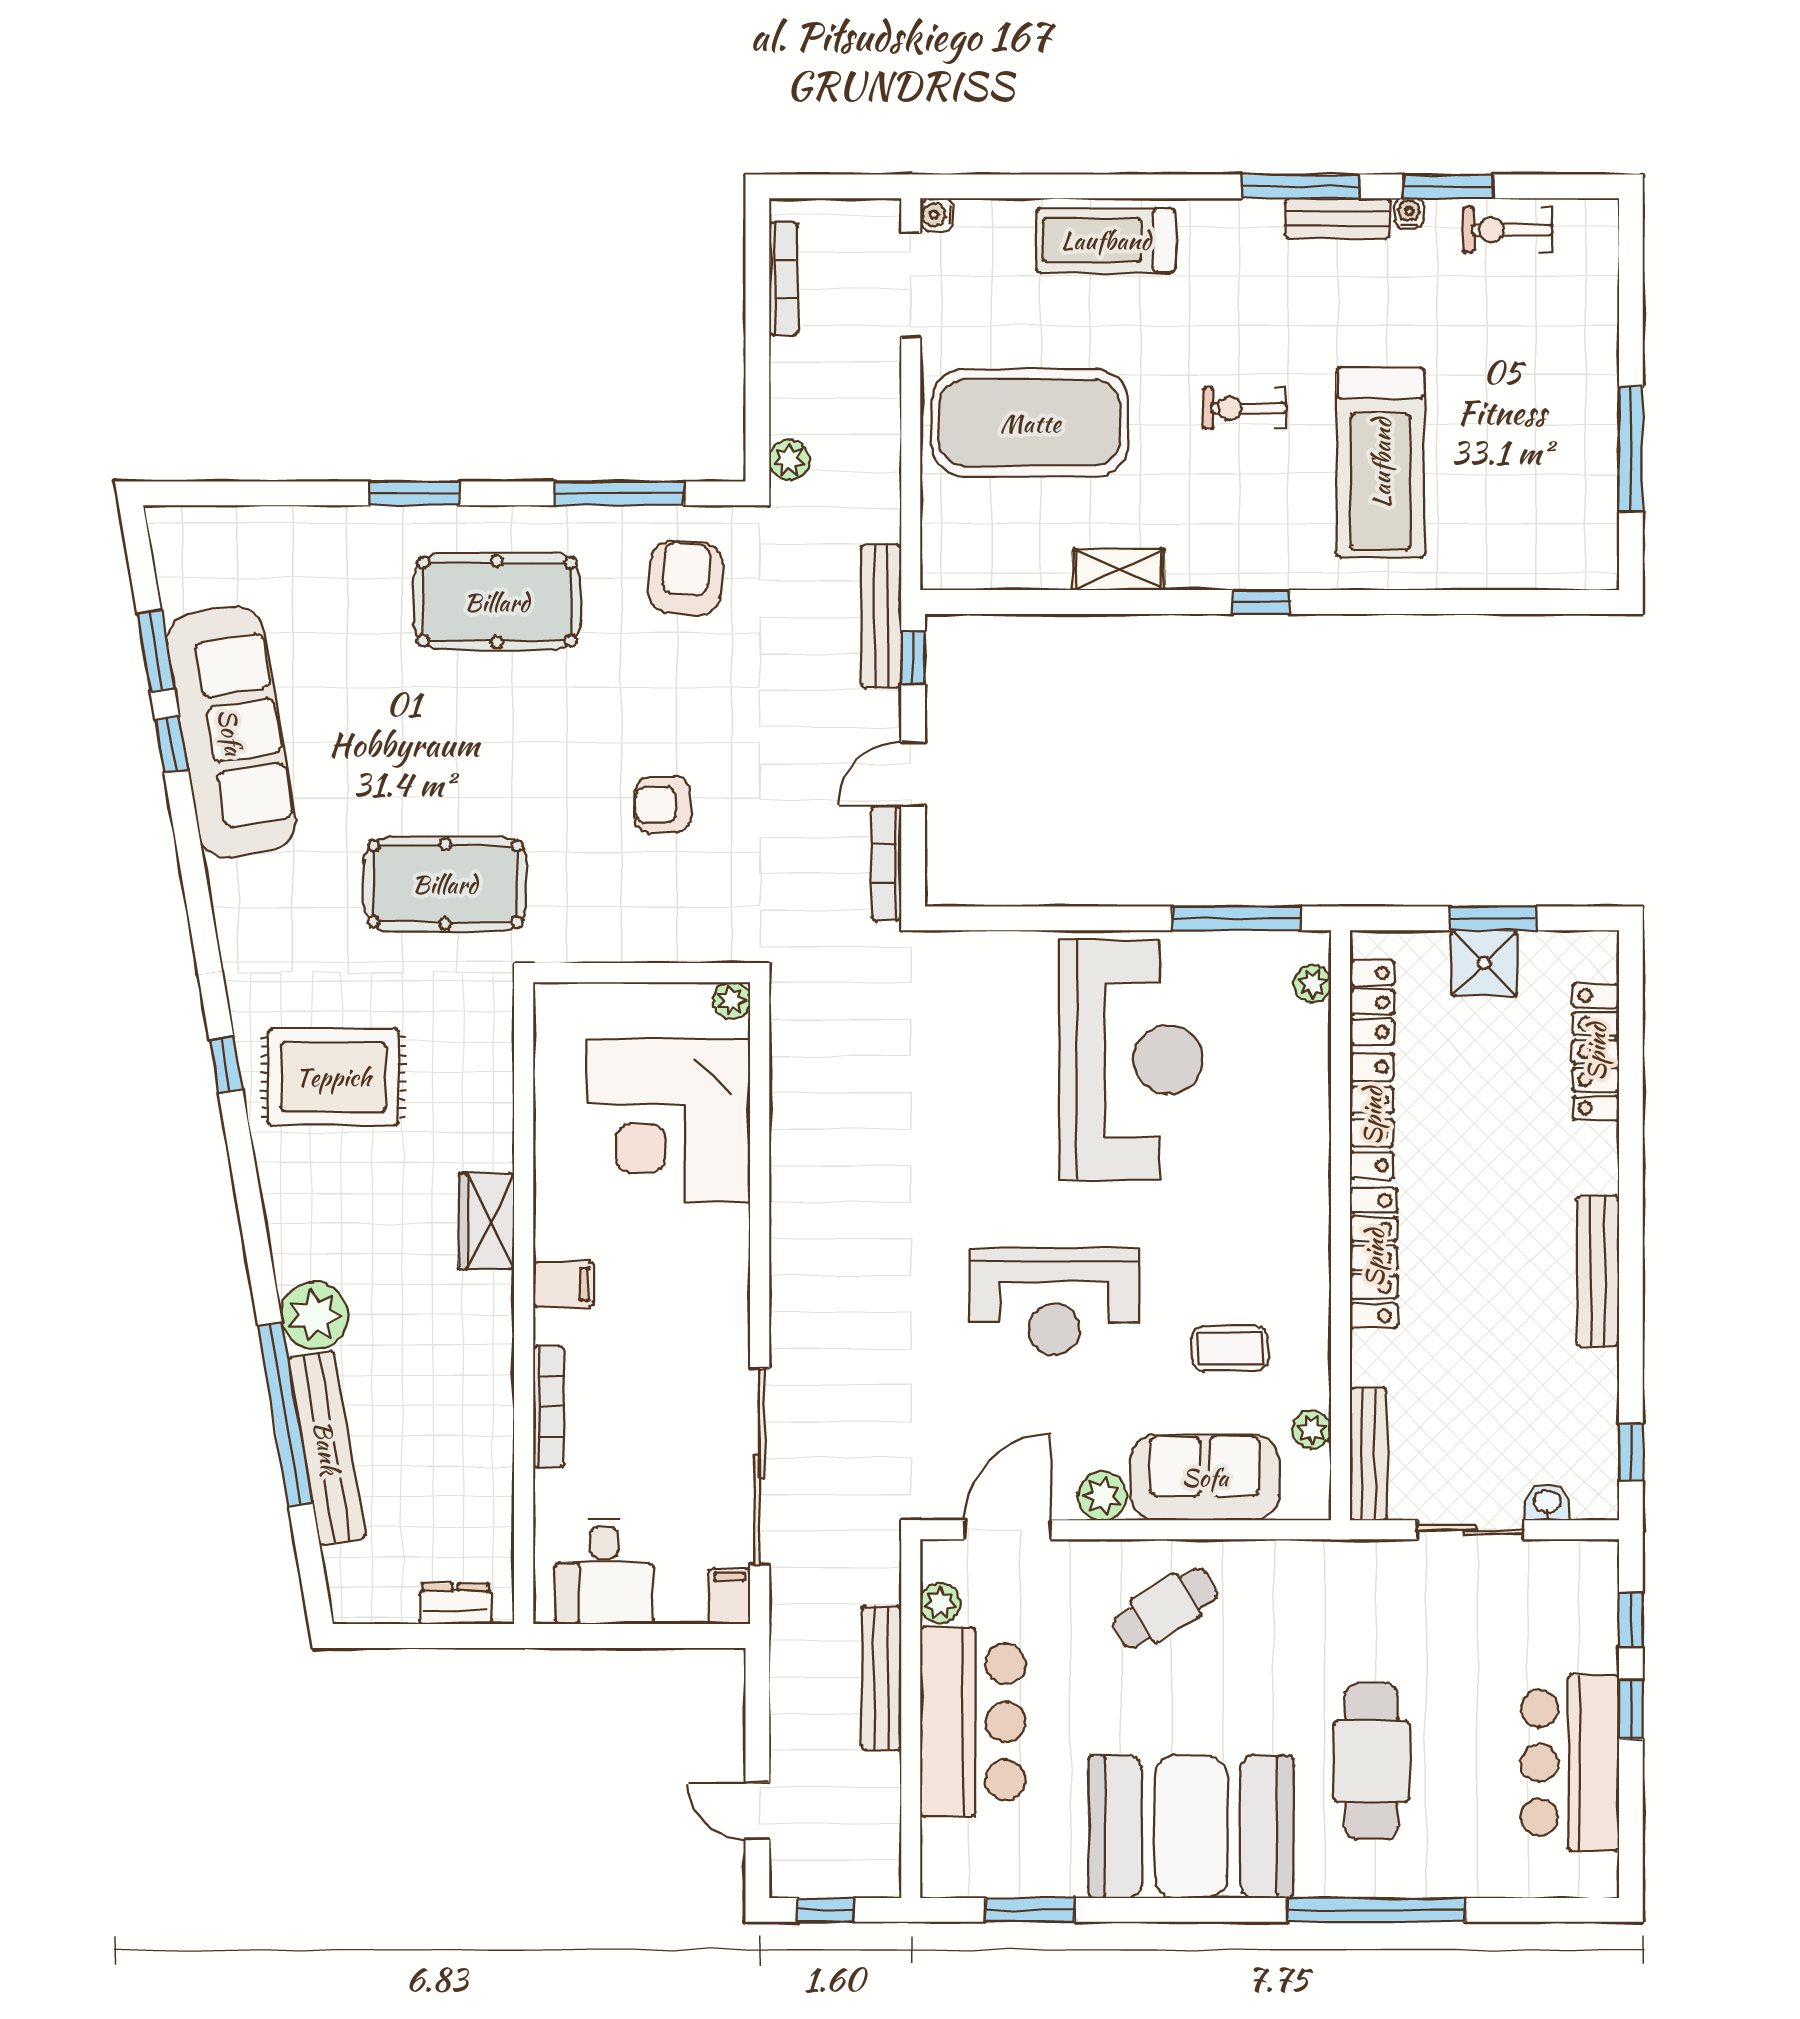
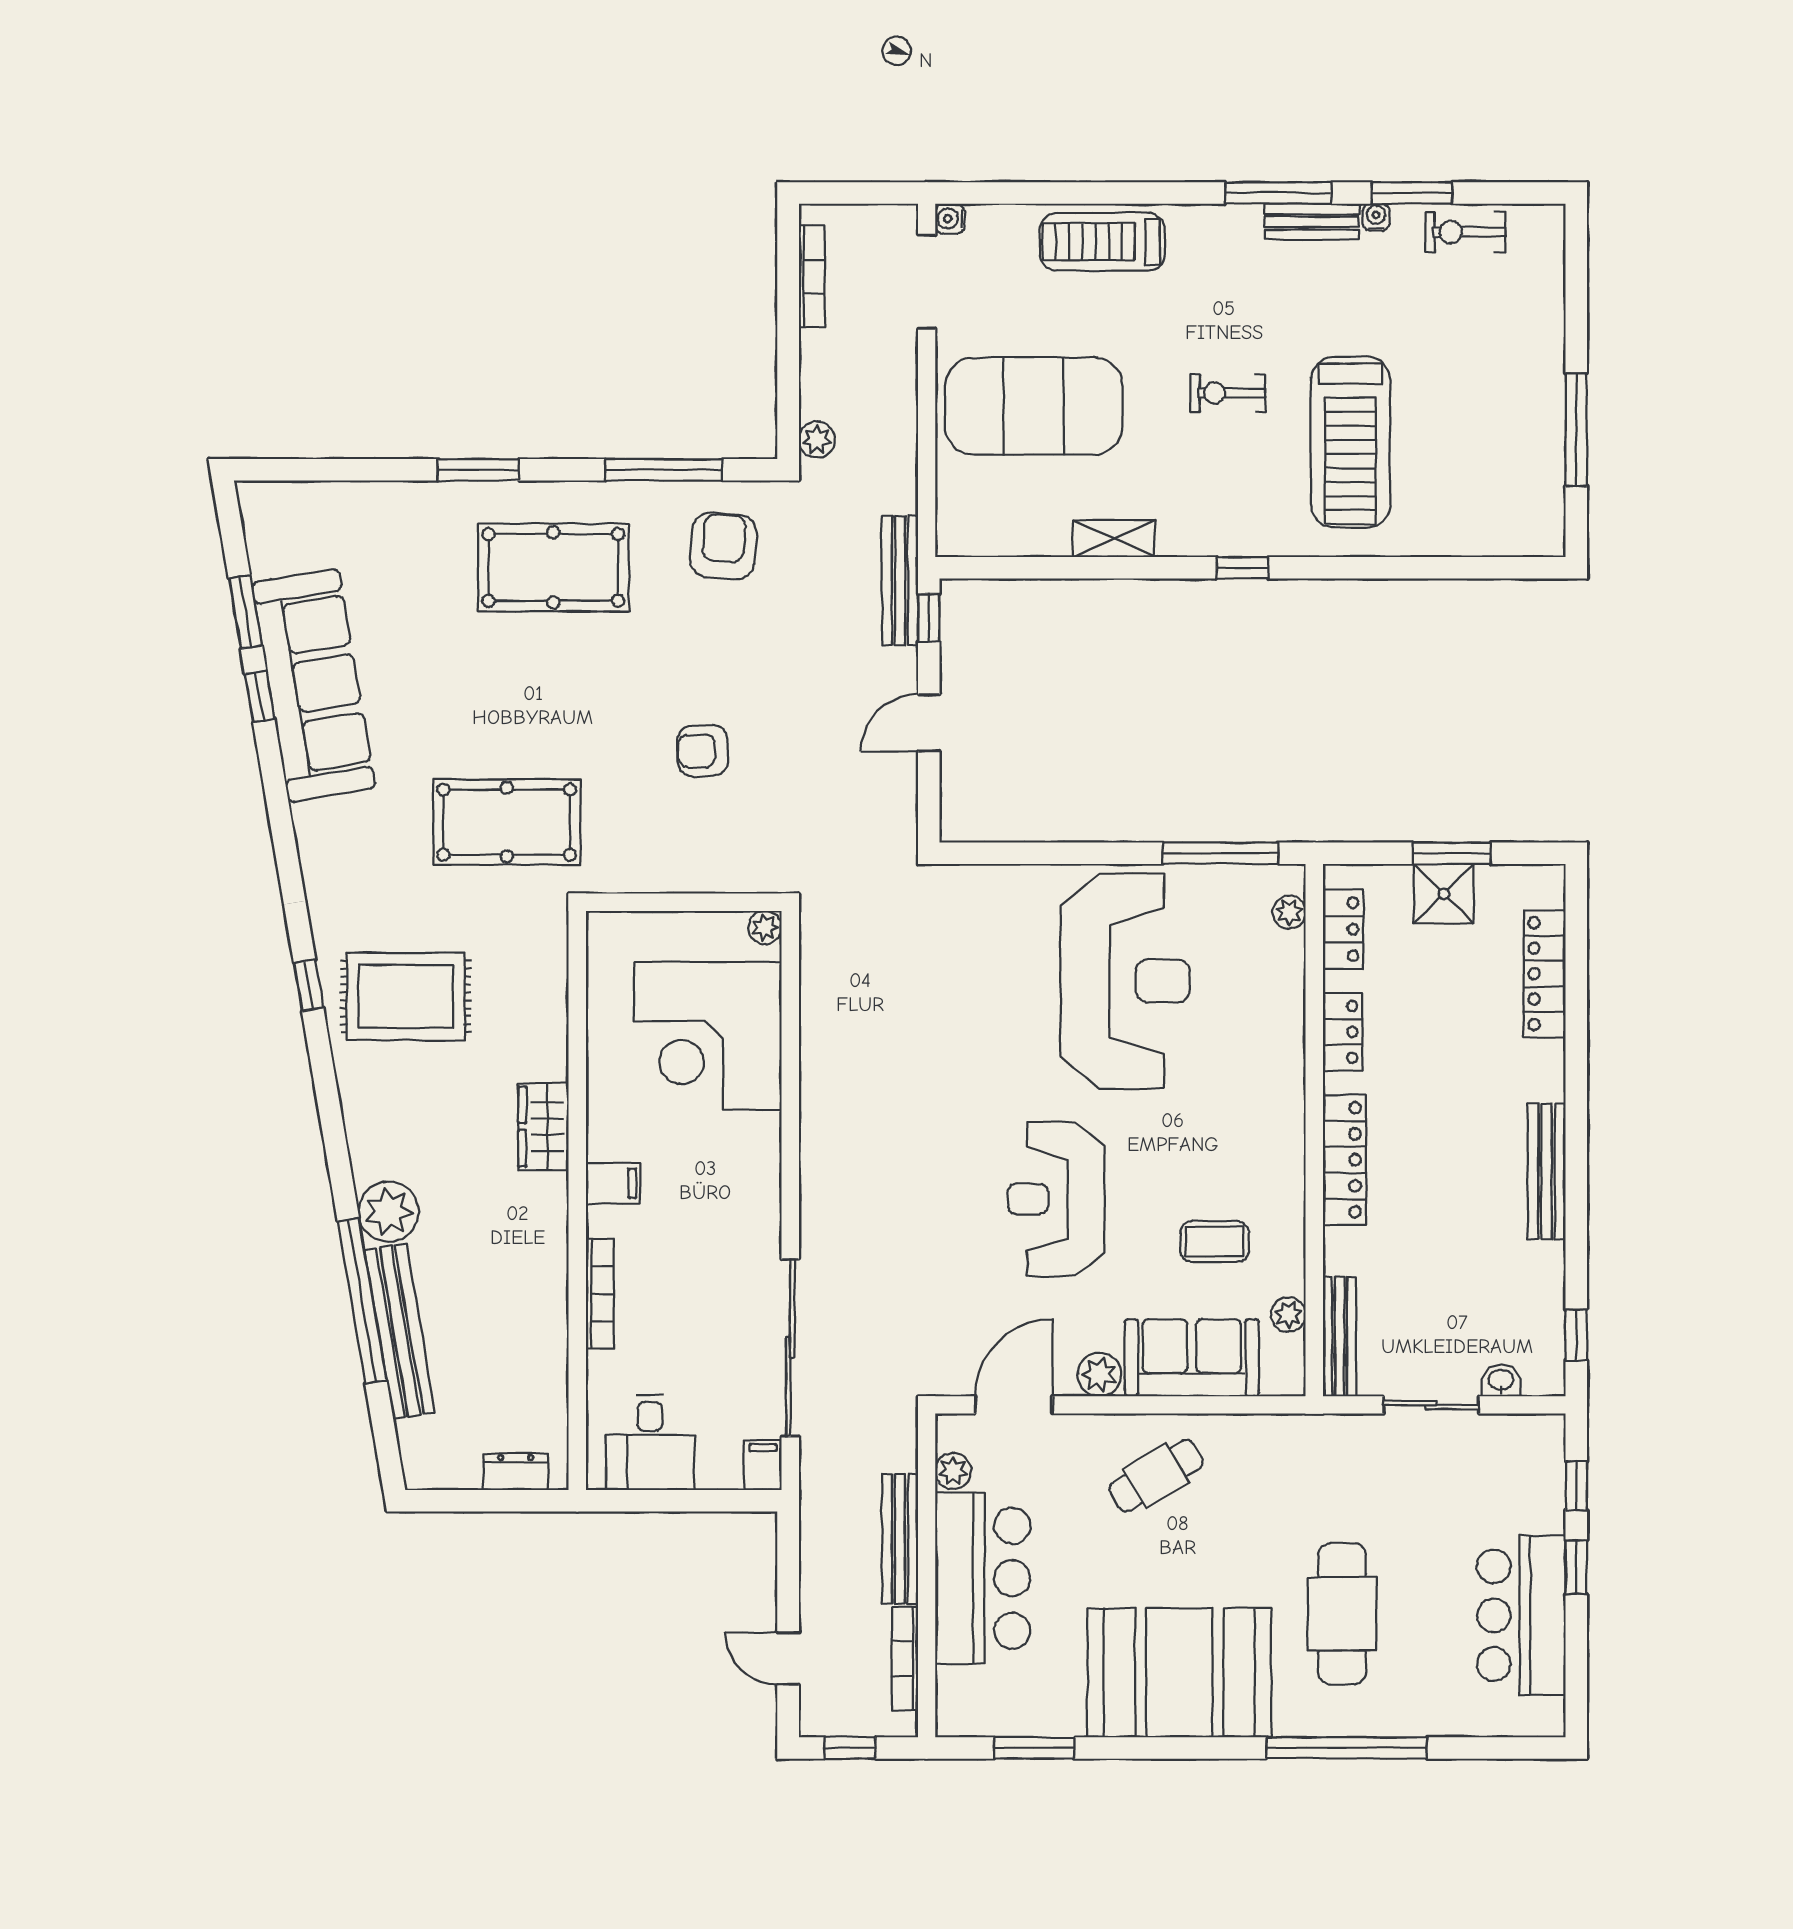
bookcase: (887, 863) -> (905, 1659), moved
locker: (1372, 1116) -> (1342, 1032), width x0.66
reception desk: (1054, 1301) -> (1056, 1199), turned 90

